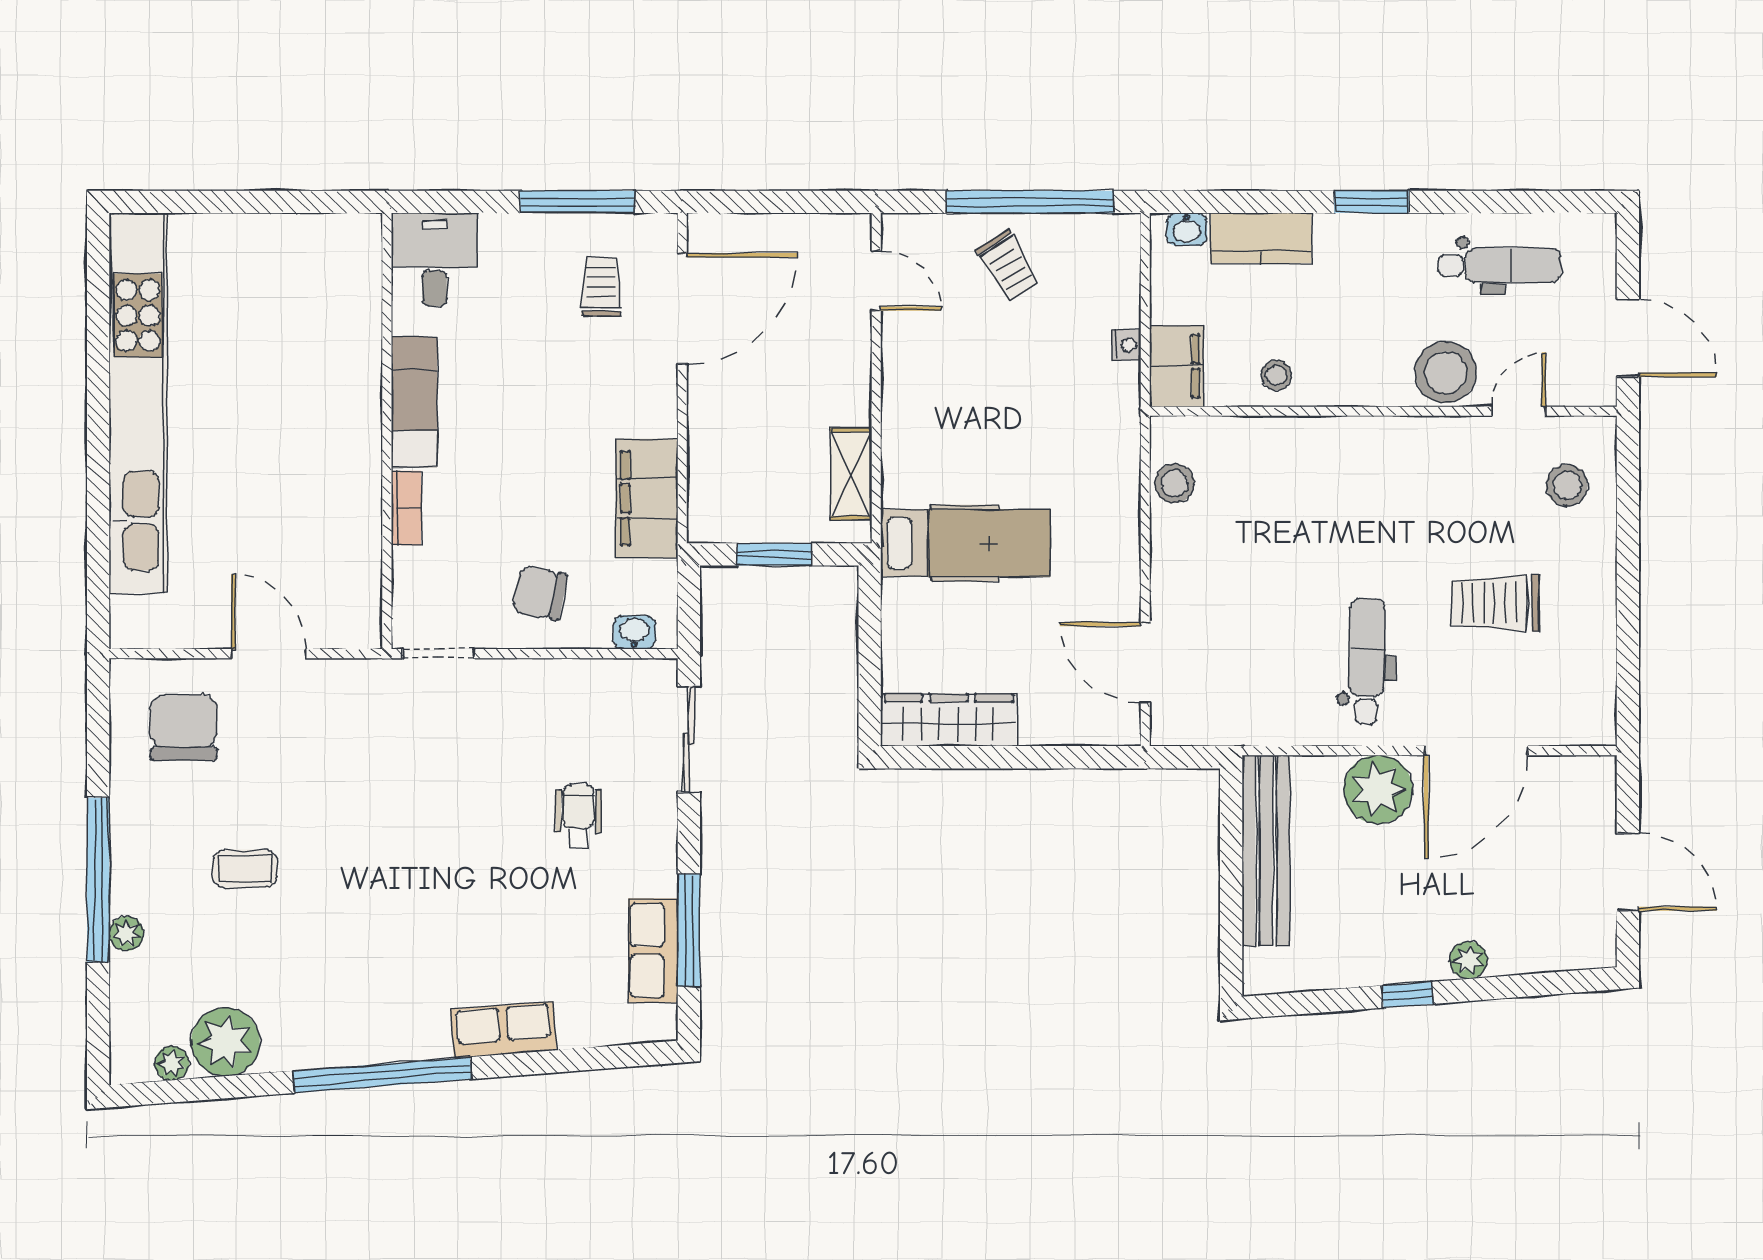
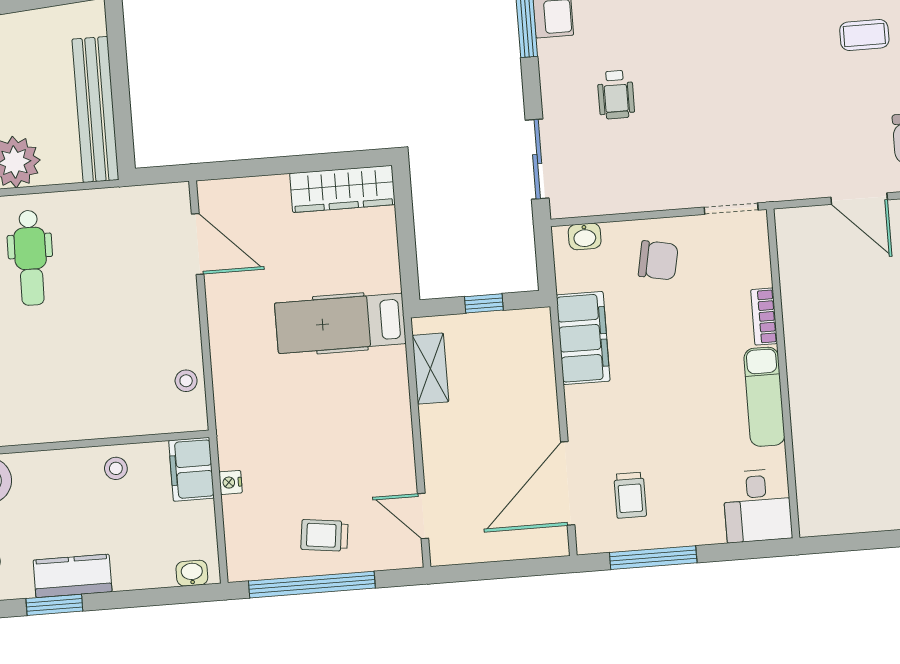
kitchen counter: (1261, 238) -> (73, 576), moved
trolley: (1008, 265) -> (324, 535), turned -51
stool: (1175, 483) -> (186, 381), width x0.73, depth x0.73
window: (774, 554) -> (484, 303), width x0.67

